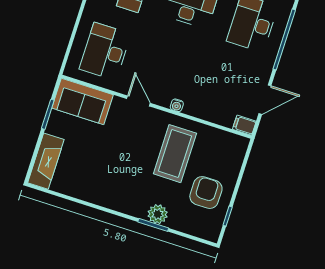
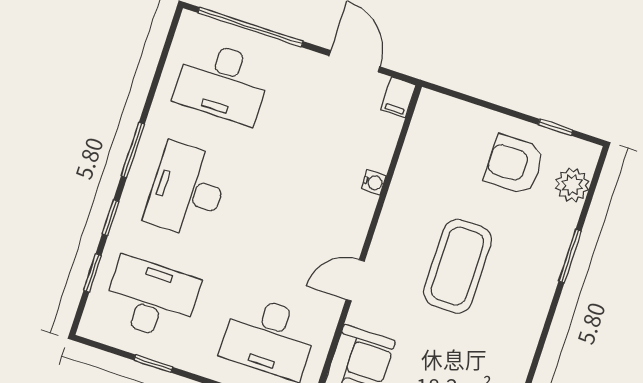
water cooler: (177, 105) -> (374, 182), moved
coffee table: (175, 154) -> (458, 266), moved, turned 90
plant: (158, 214) -> (572, 185), moved

